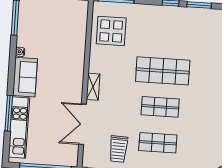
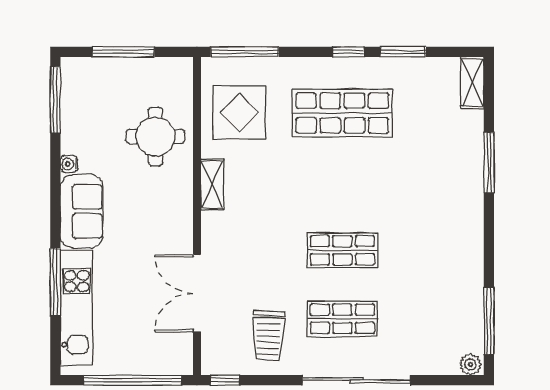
round table: (66, 41) -> (155, 137), added
shop shelf: (163, 71) -> (342, 113), moved
shelving: (93, 87) -> (212, 184), moved

